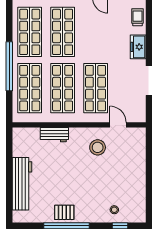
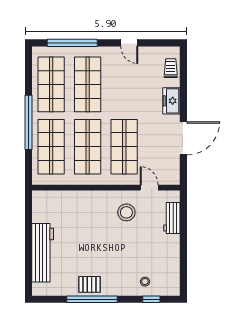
workbench: (54, 135) -> (172, 218), moved, turned 90

